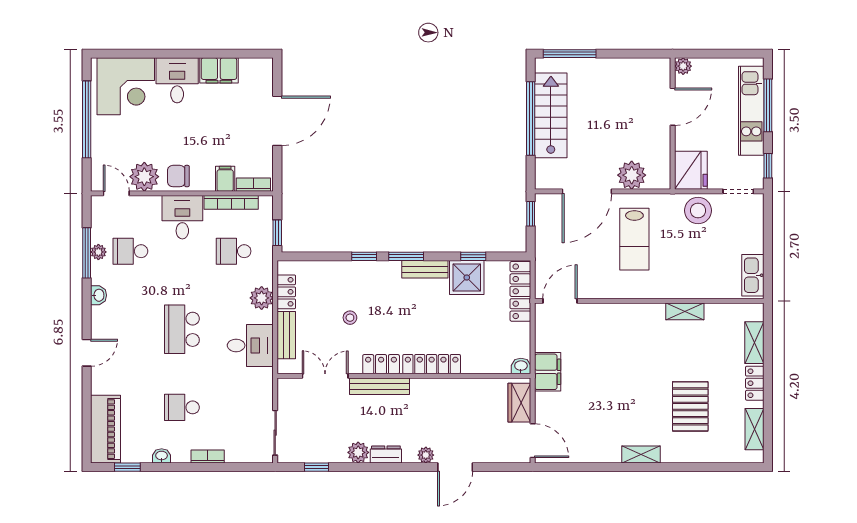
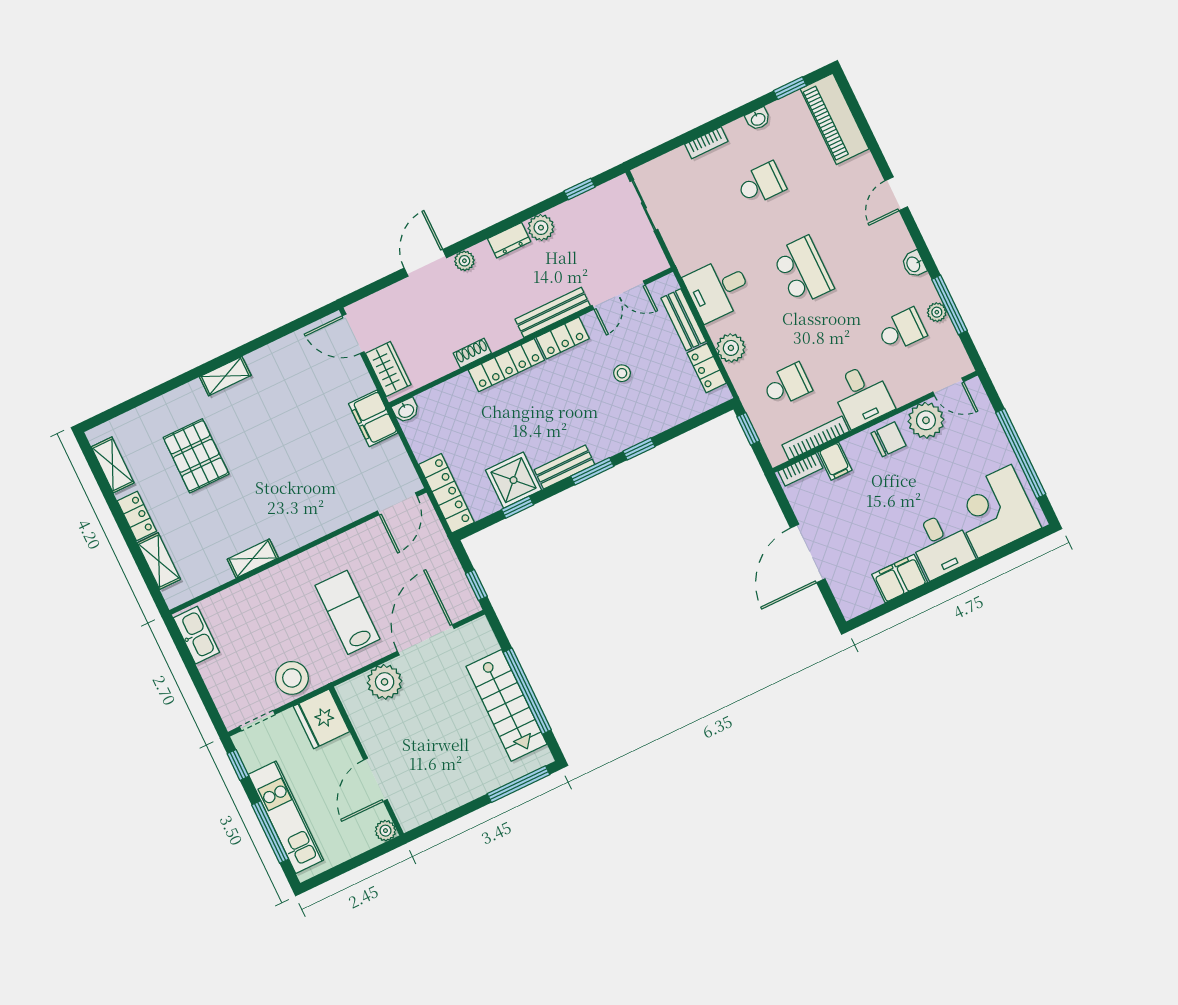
shoe rack: (452, 385) -> (472, 353), added

